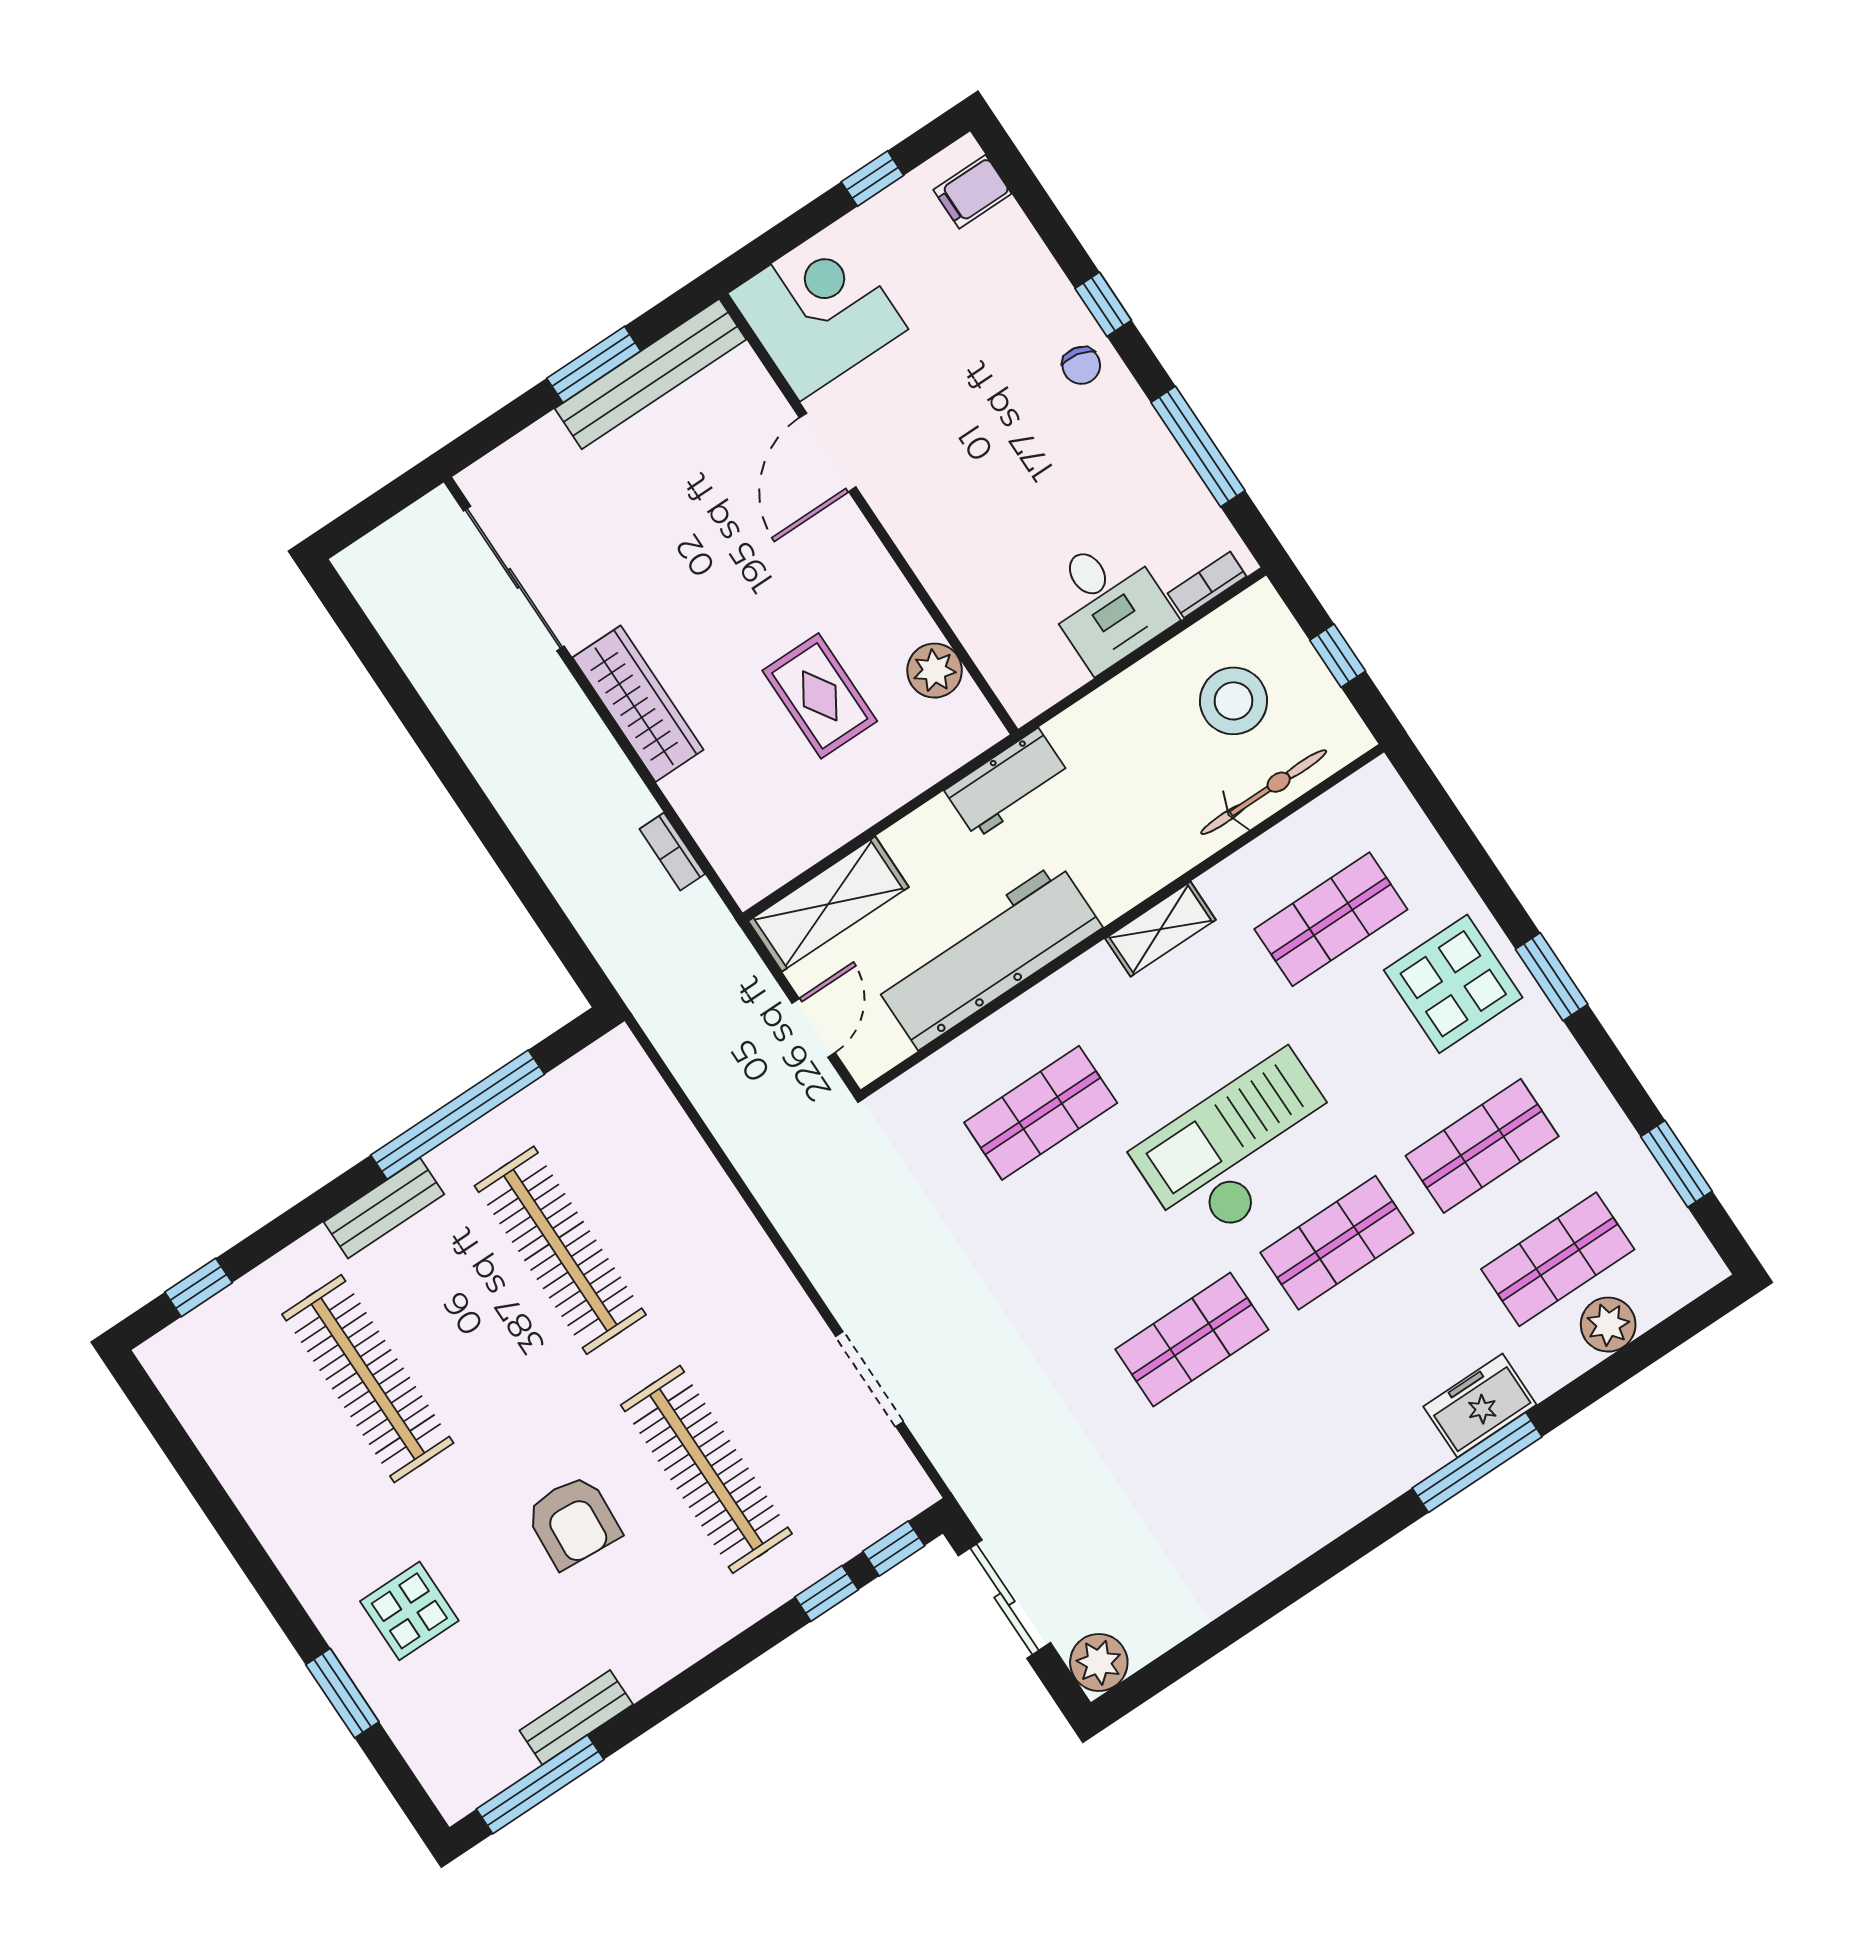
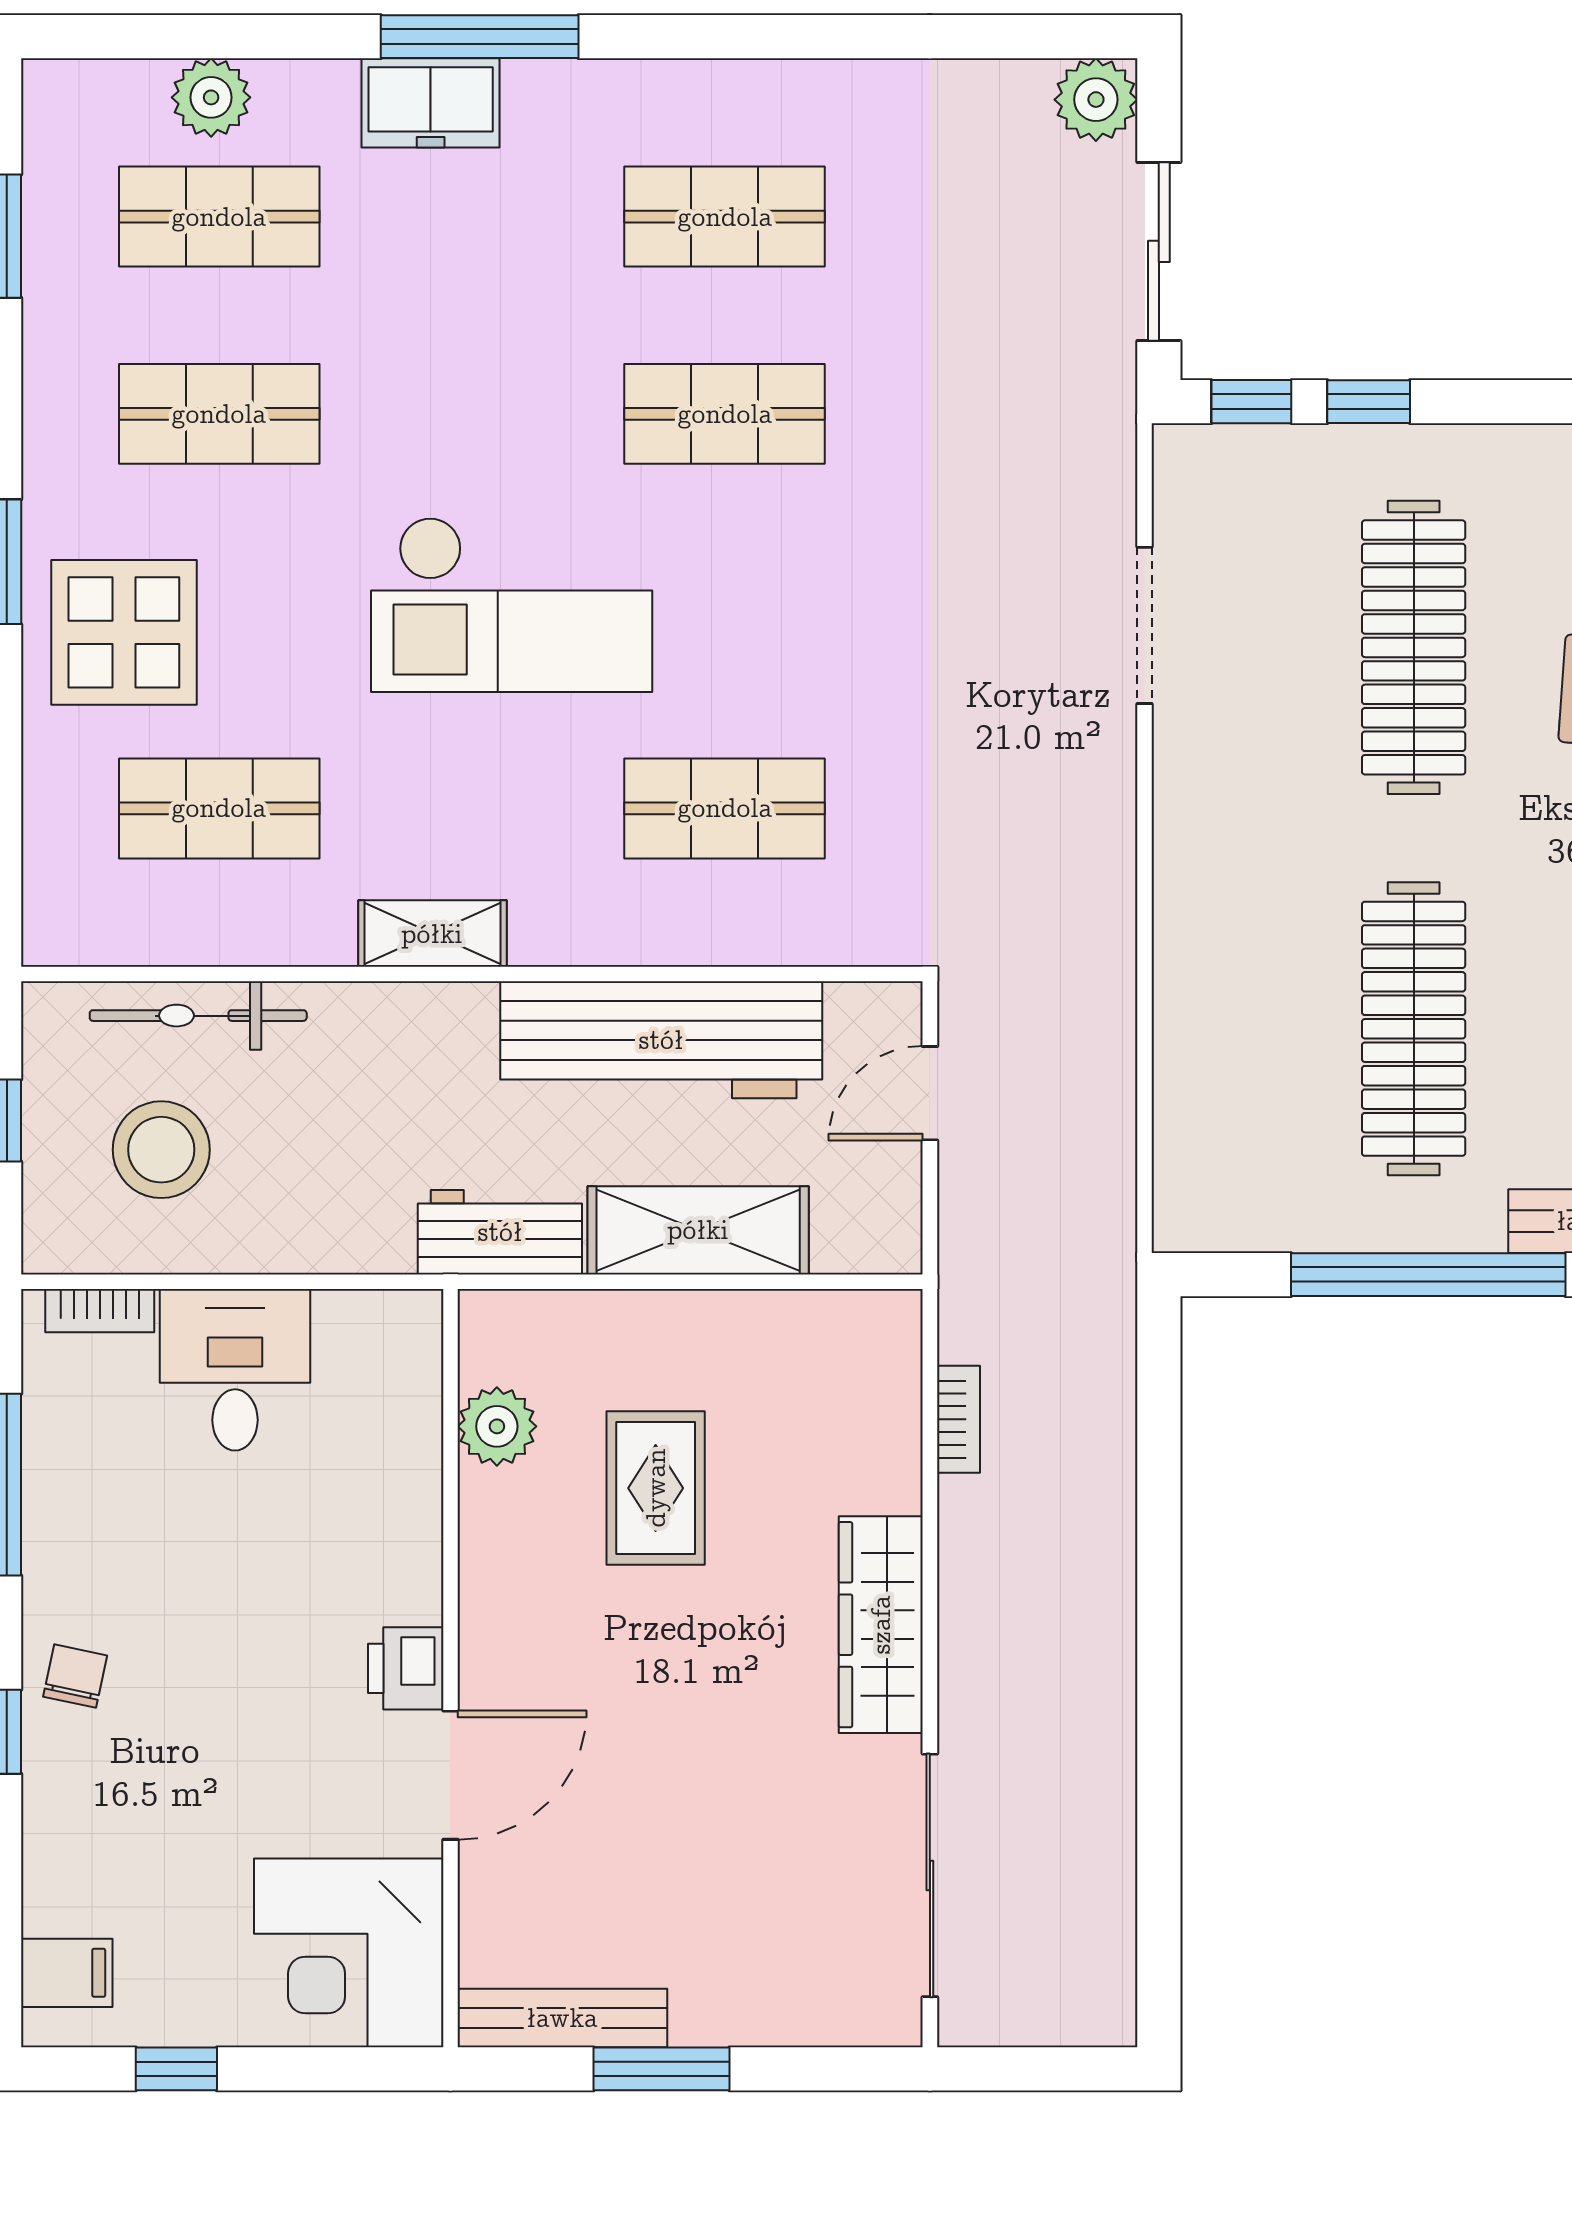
bench: (651, 374) -> (562, 2018), width x0.73, depth x0.82
printer: (894, 496) -> (406, 1668), added
shelving: (829, 904) -> (698, 1230), moved
shop shelf: (1337, 1243) -> (725, 217), moved

